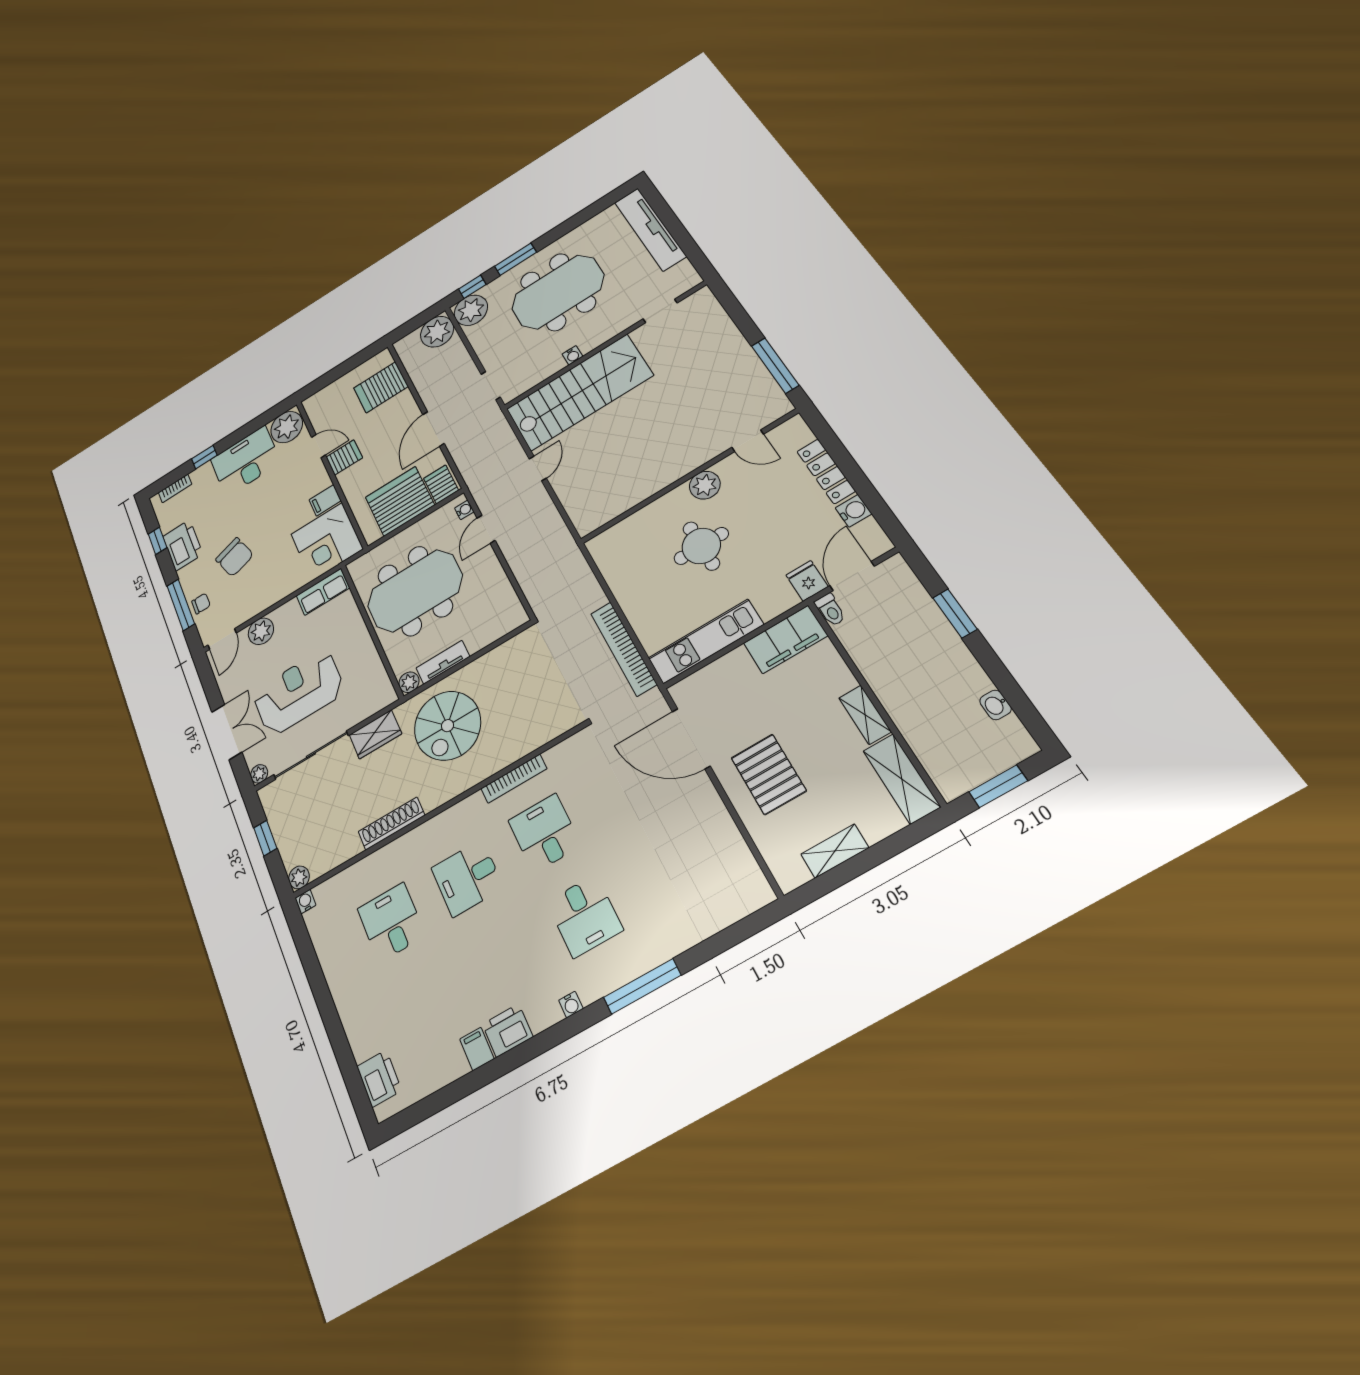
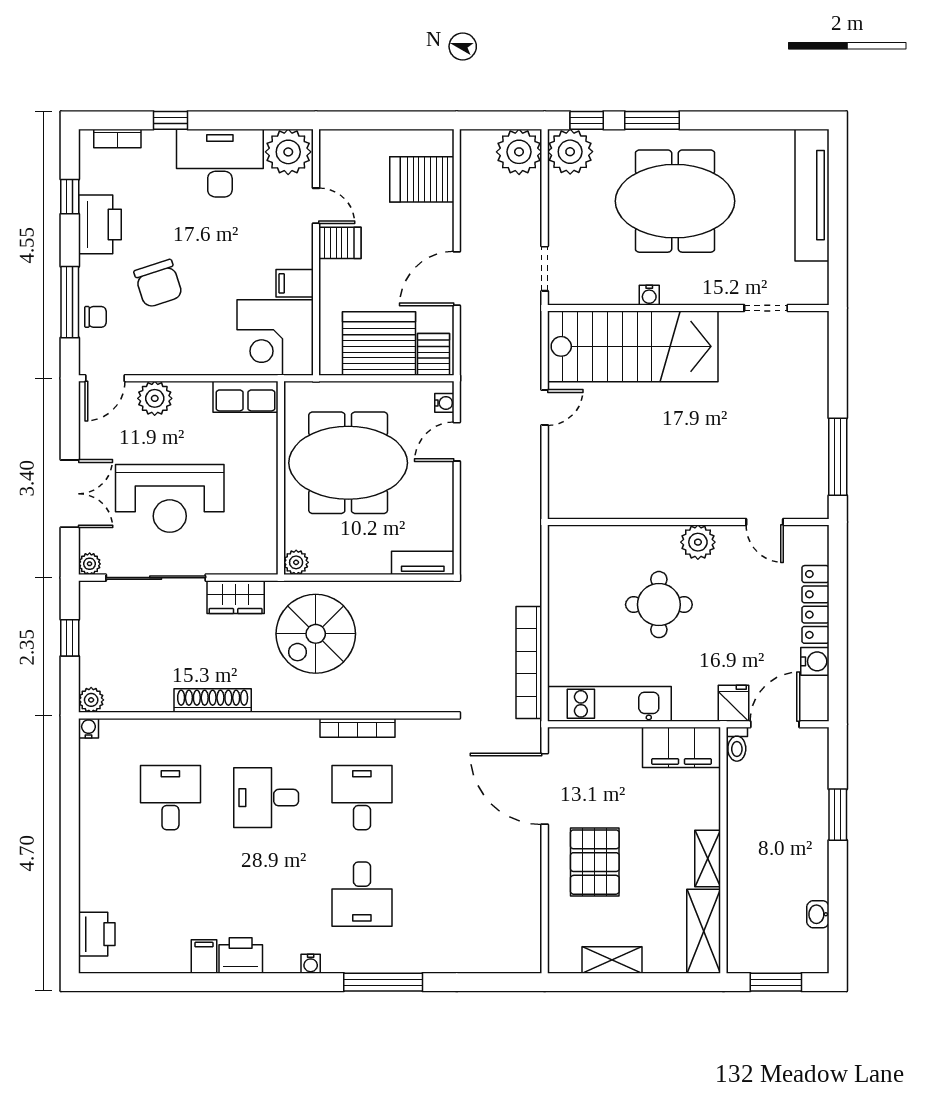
tv unit: (443, 662) -> (423, 563), moved
reception desk: (298, 692) -> (170, 498), turned 180

